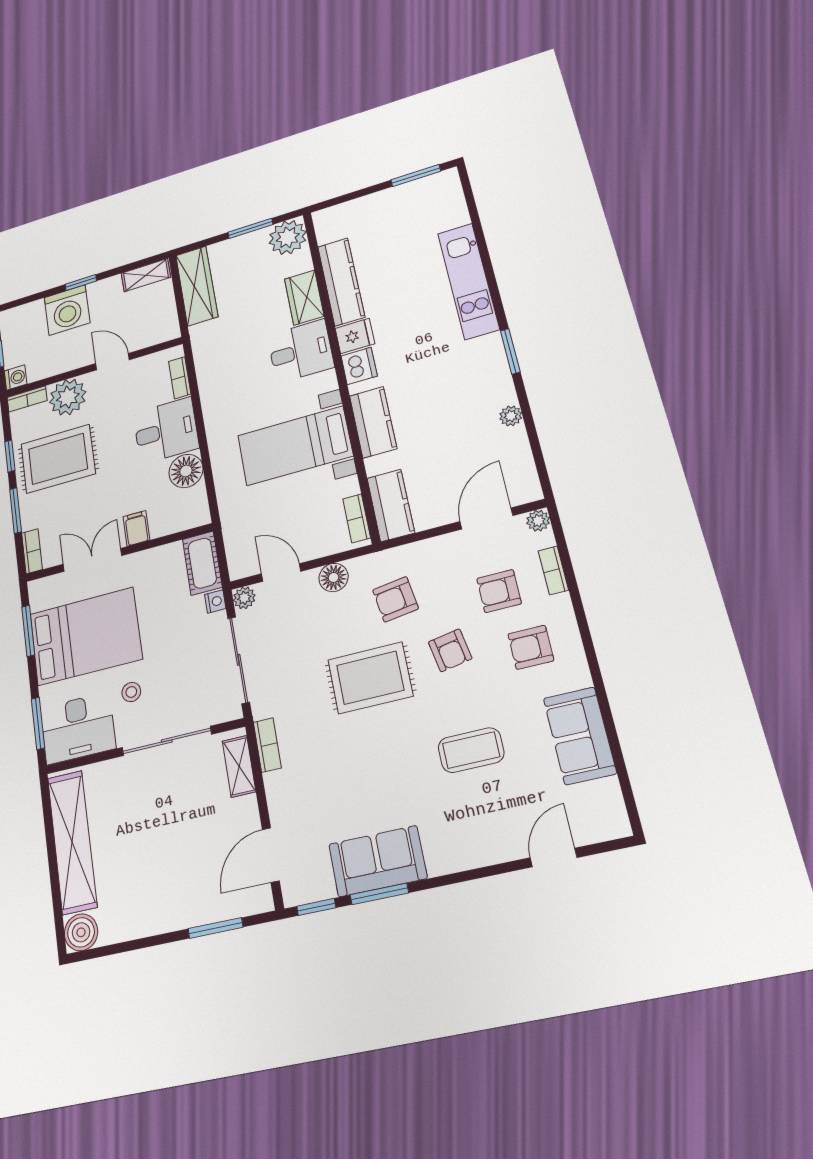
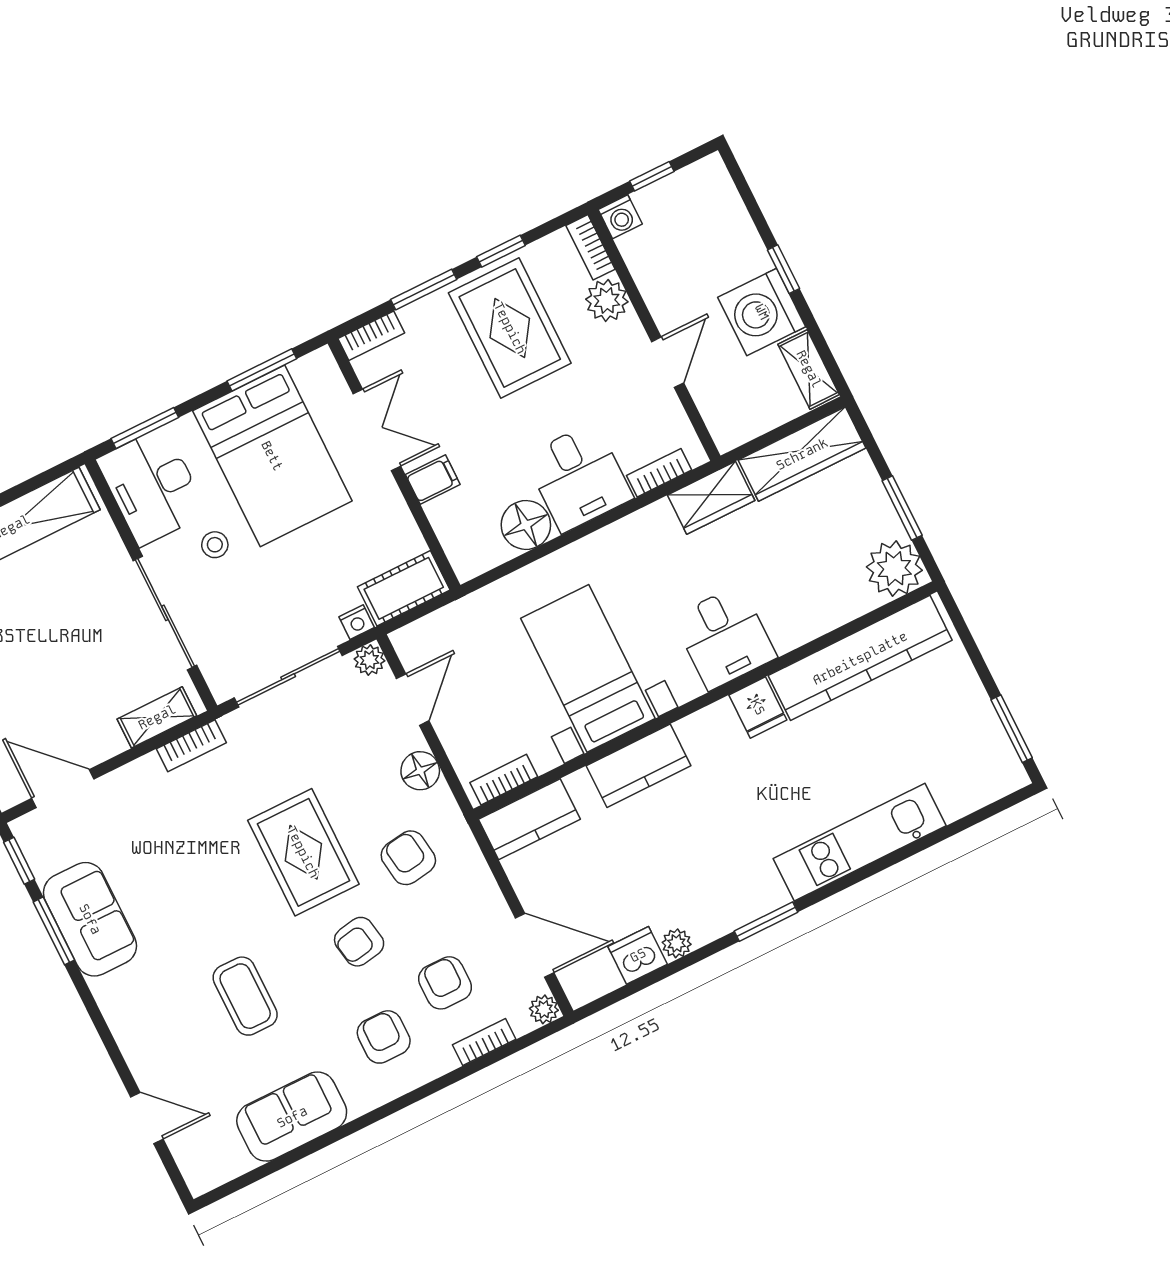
kitchen counter: (341, 282) -> (860, 658), width x1.39, depth x1.17
wardrobe: (304, 298) -> (711, 498), moved, turned 180
washing machine: (67, 310) -> (762, 312), moved
dishwasher: (359, 366) -> (638, 955), moved, turned 180
plant: (68, 397) -> (607, 300), width x0.73, depth x0.73

